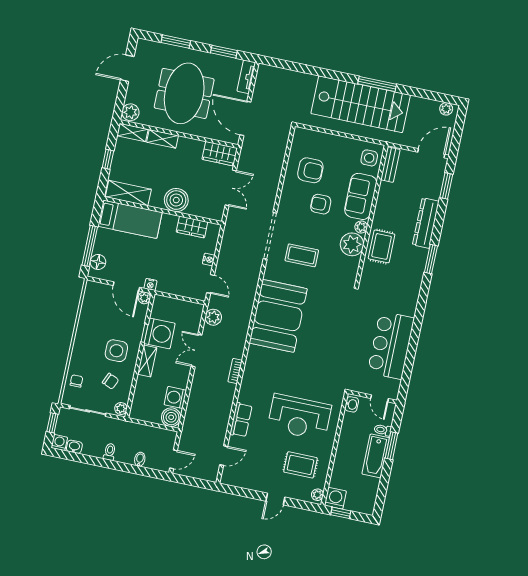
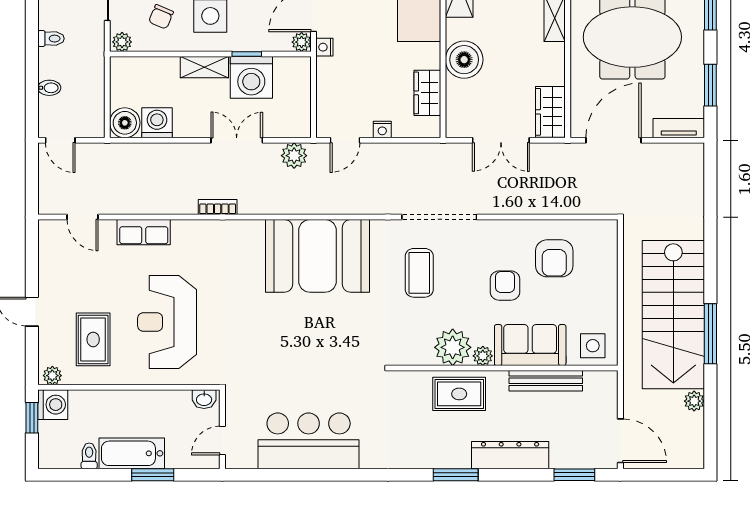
plant: (446, 109) -> (694, 401), moved
bench: (390, 165) -> (546, 381), moved, width x1.36
toilet: (383, 430) -> (89, 456), moved

